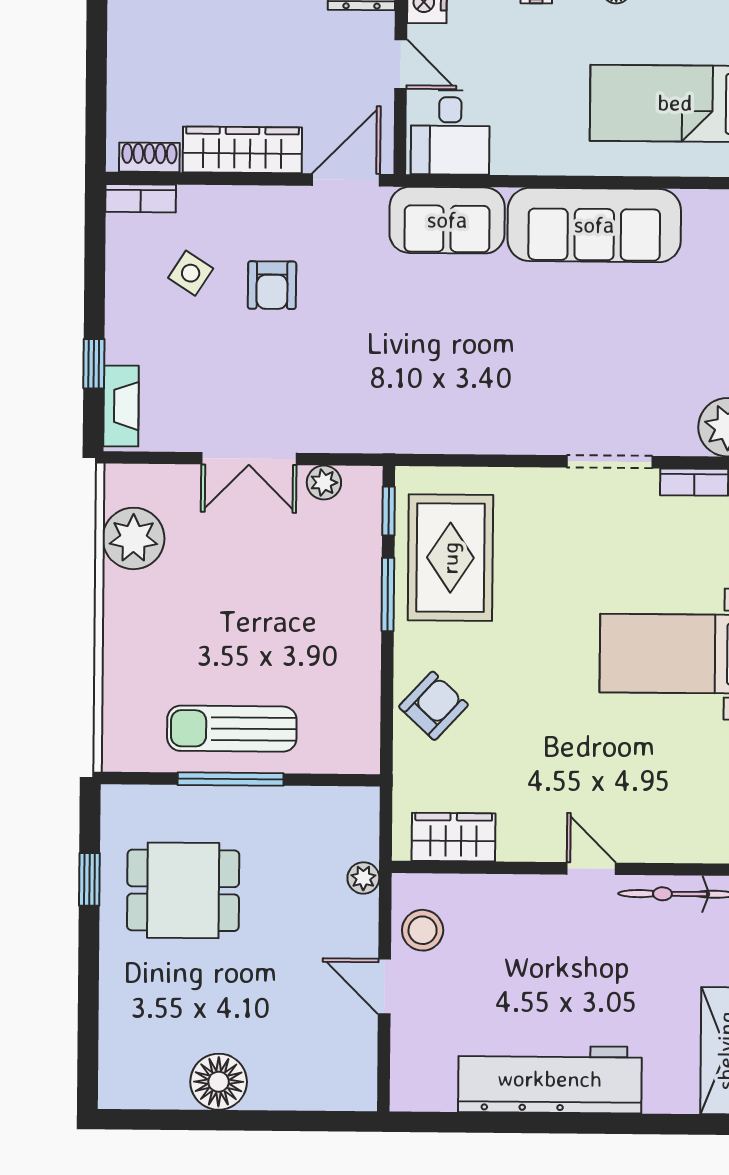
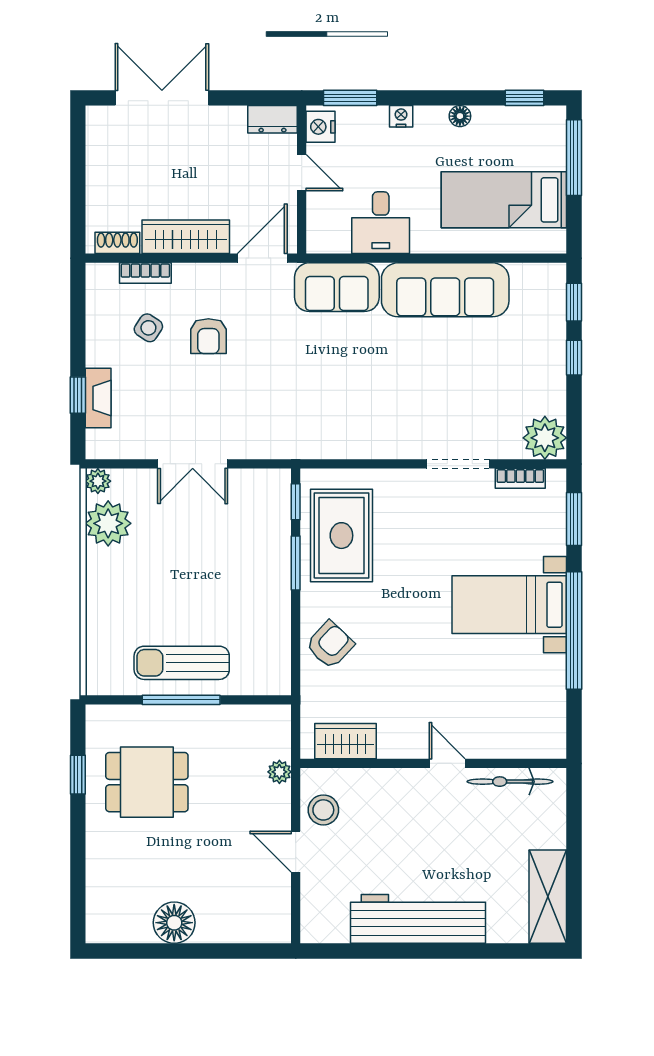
desk: (450, 133) -> (381, 223), moved
bookcase: (141, 198) -> (145, 273), moved
fireplace: (121, 406) -> (98, 398), moved
plant: (324, 482) -> (98, 481), moved

